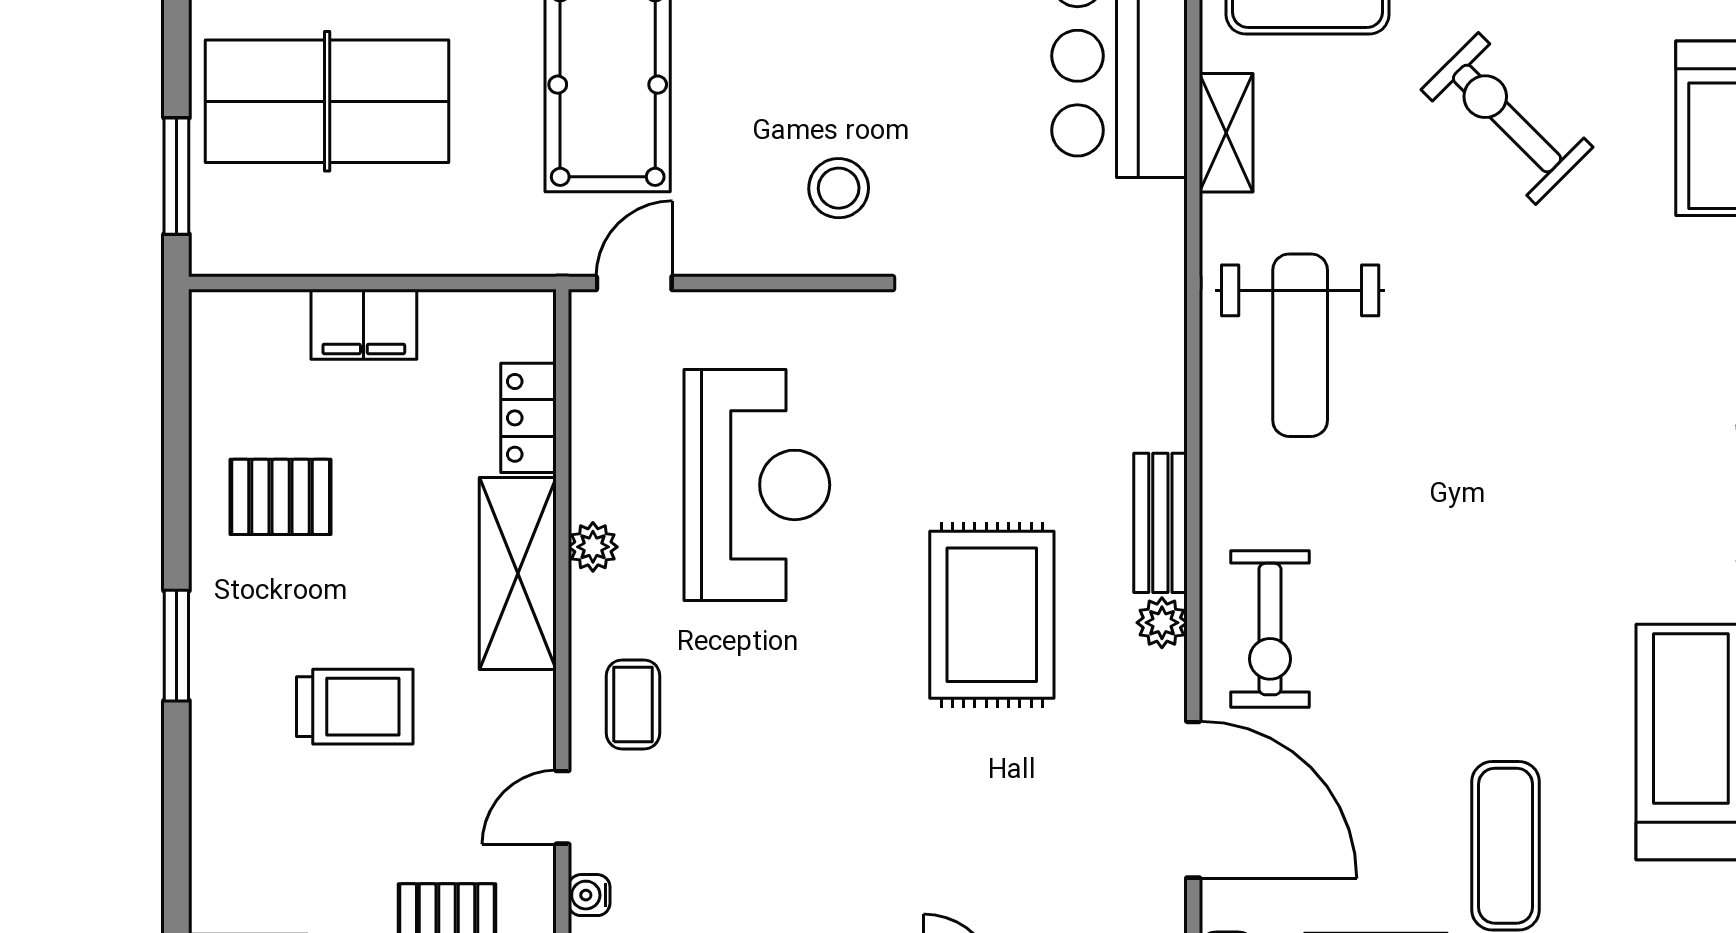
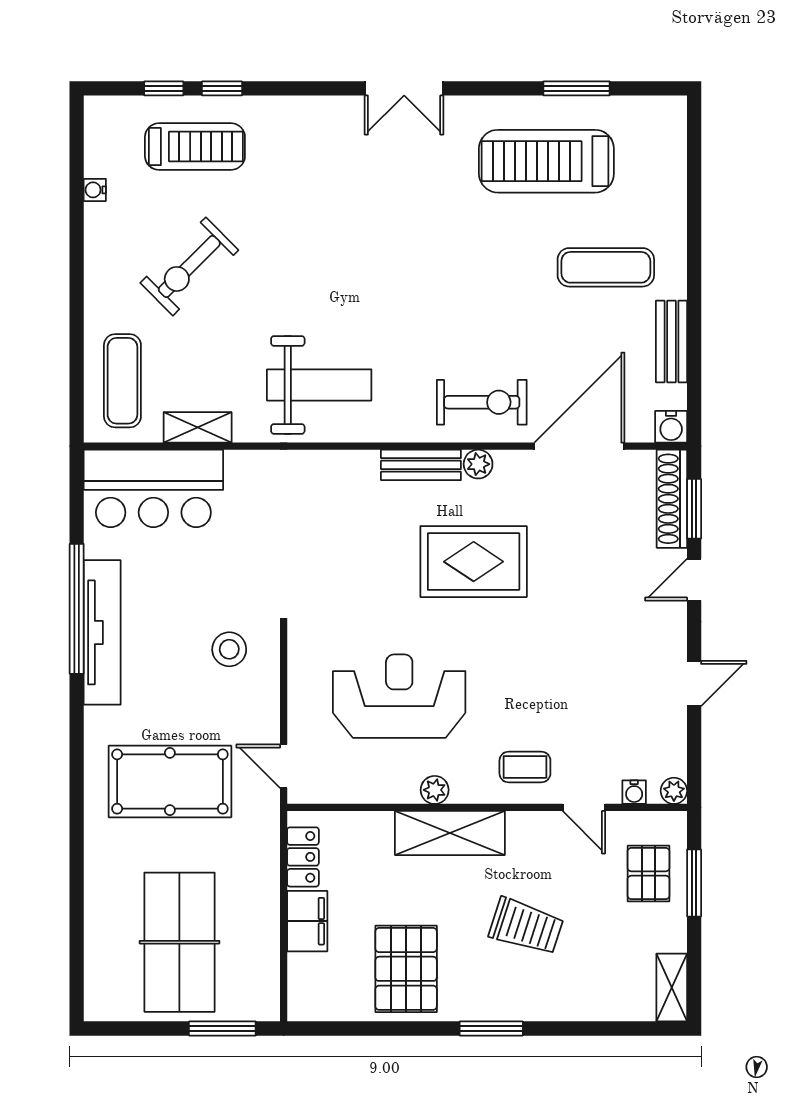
locker: (529, 418) -> (303, 857), moved, turned -90
pallet: (281, 497) -> (406, 969), width x1.50, depth x1.42
trolley: (355, 707) -> (526, 926), turned 108

